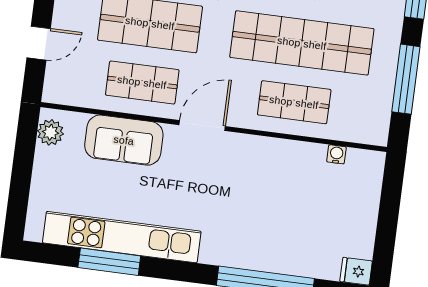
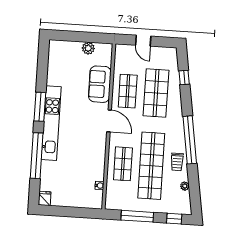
plant: (50, 132) -> (88, 48), moved
kitchen unit: (122, 237) -> (51, 123), moved
window: (109, 262) -> (40, 107), moved

